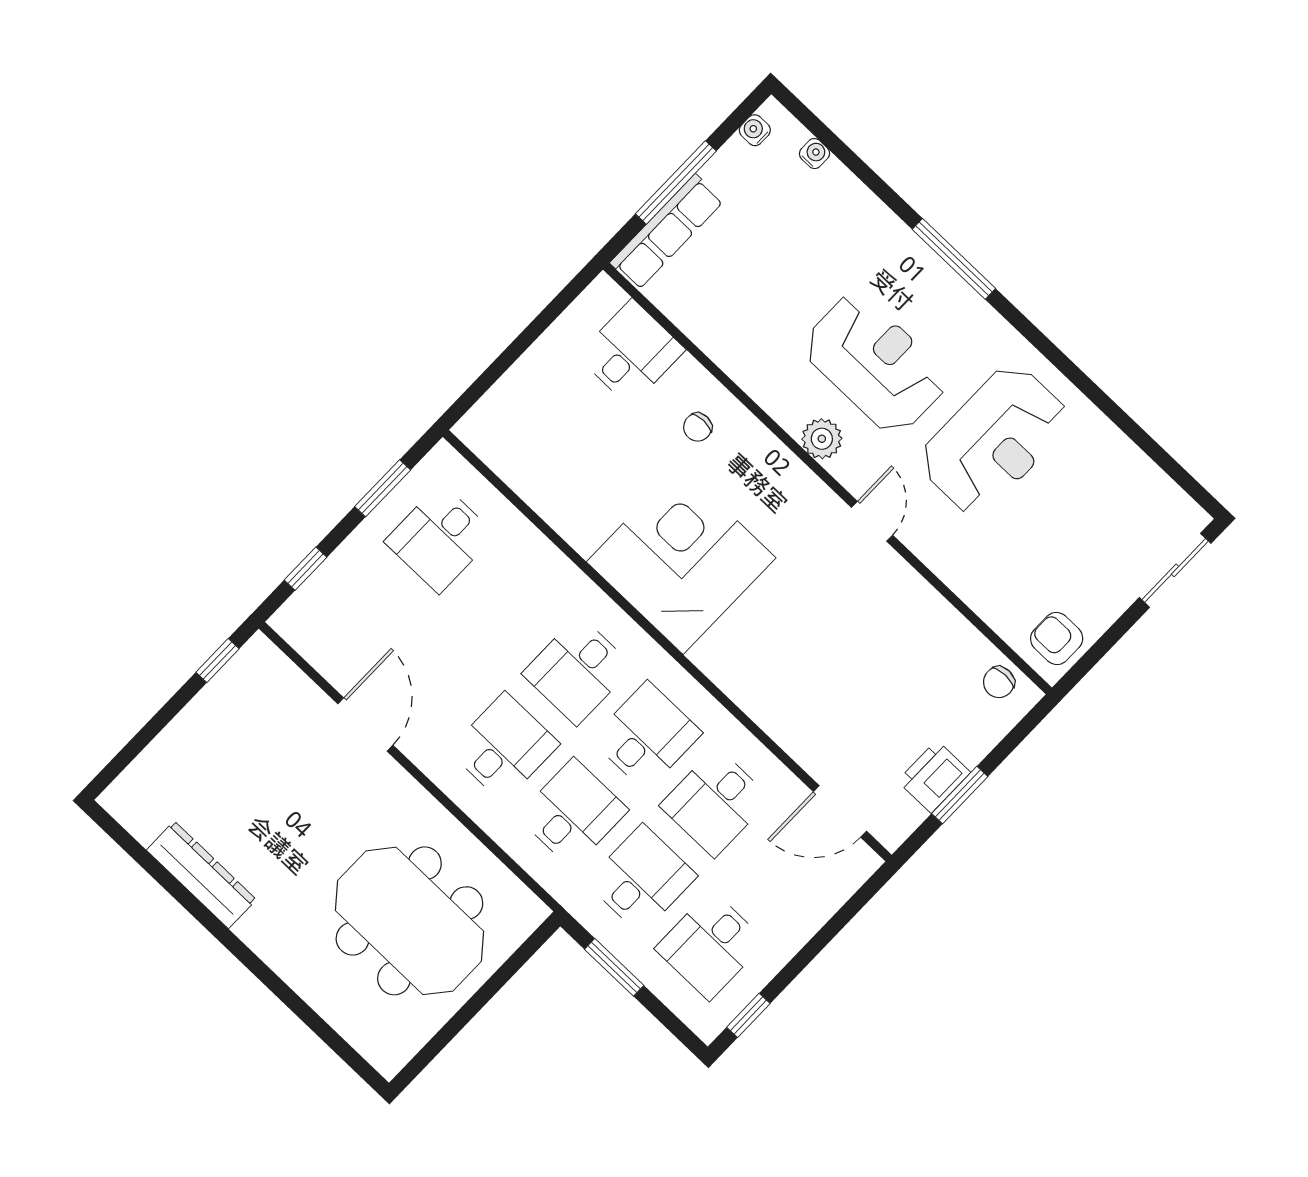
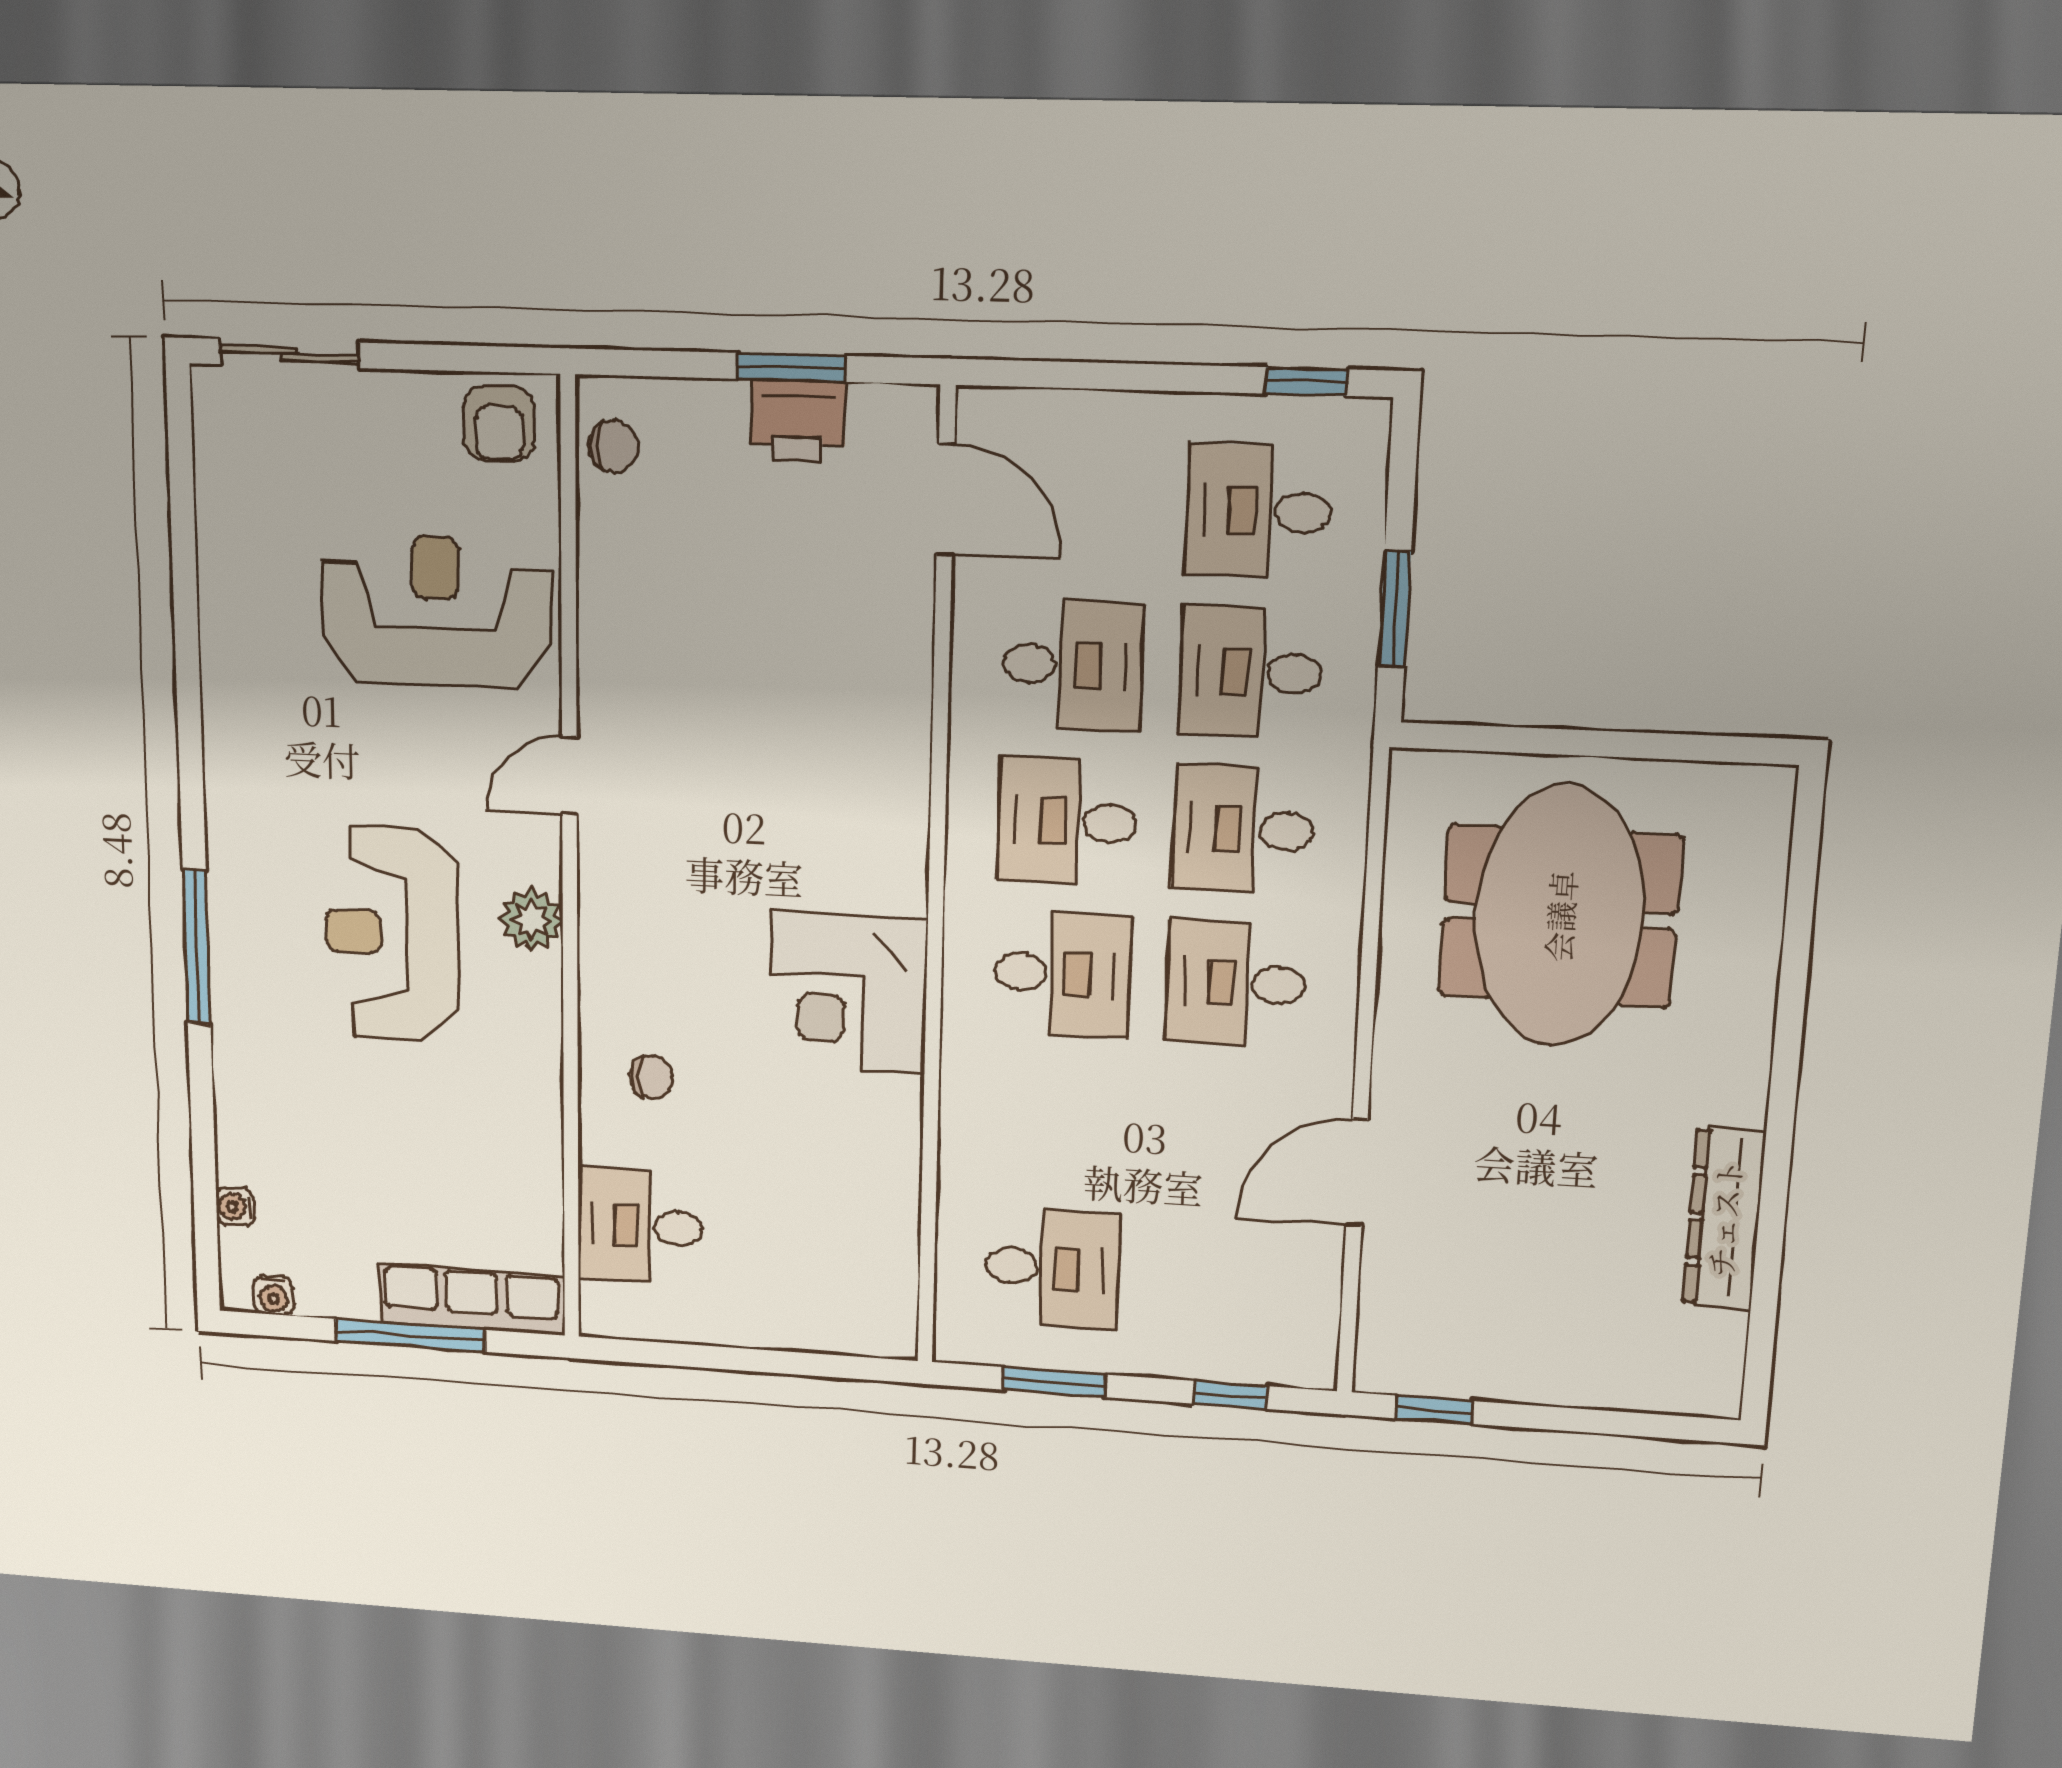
reception desk: (994, 440) -> (436, 611), moved
corner desk: (681, 560) -> (848, 993), width x0.74, depth x0.74
desk: (710, 945) -> (1258, 511), turned 180

